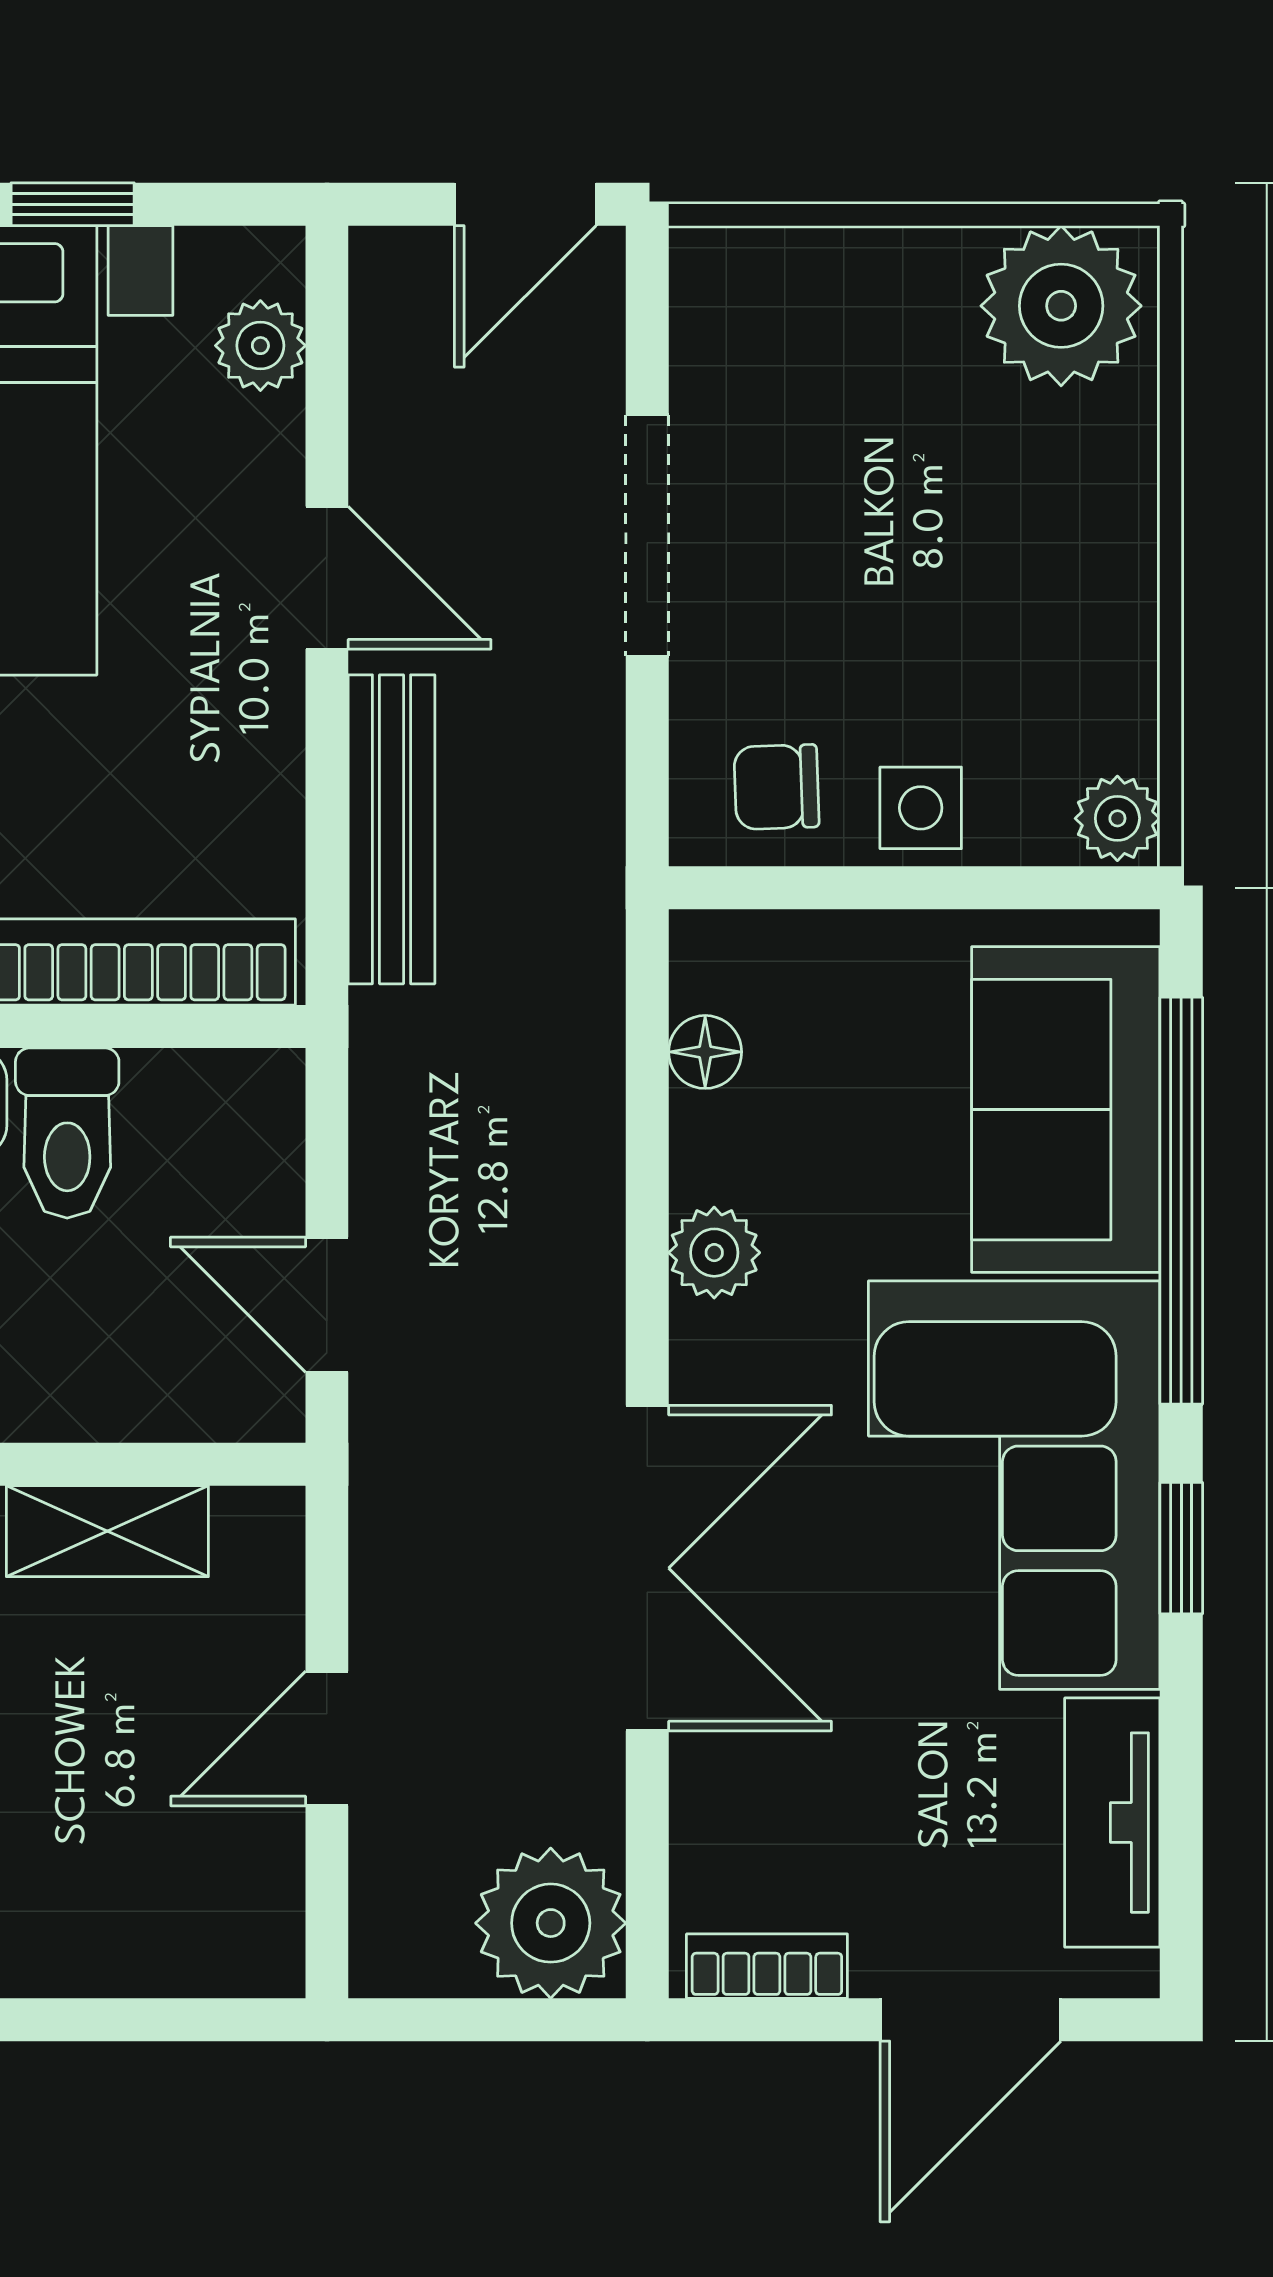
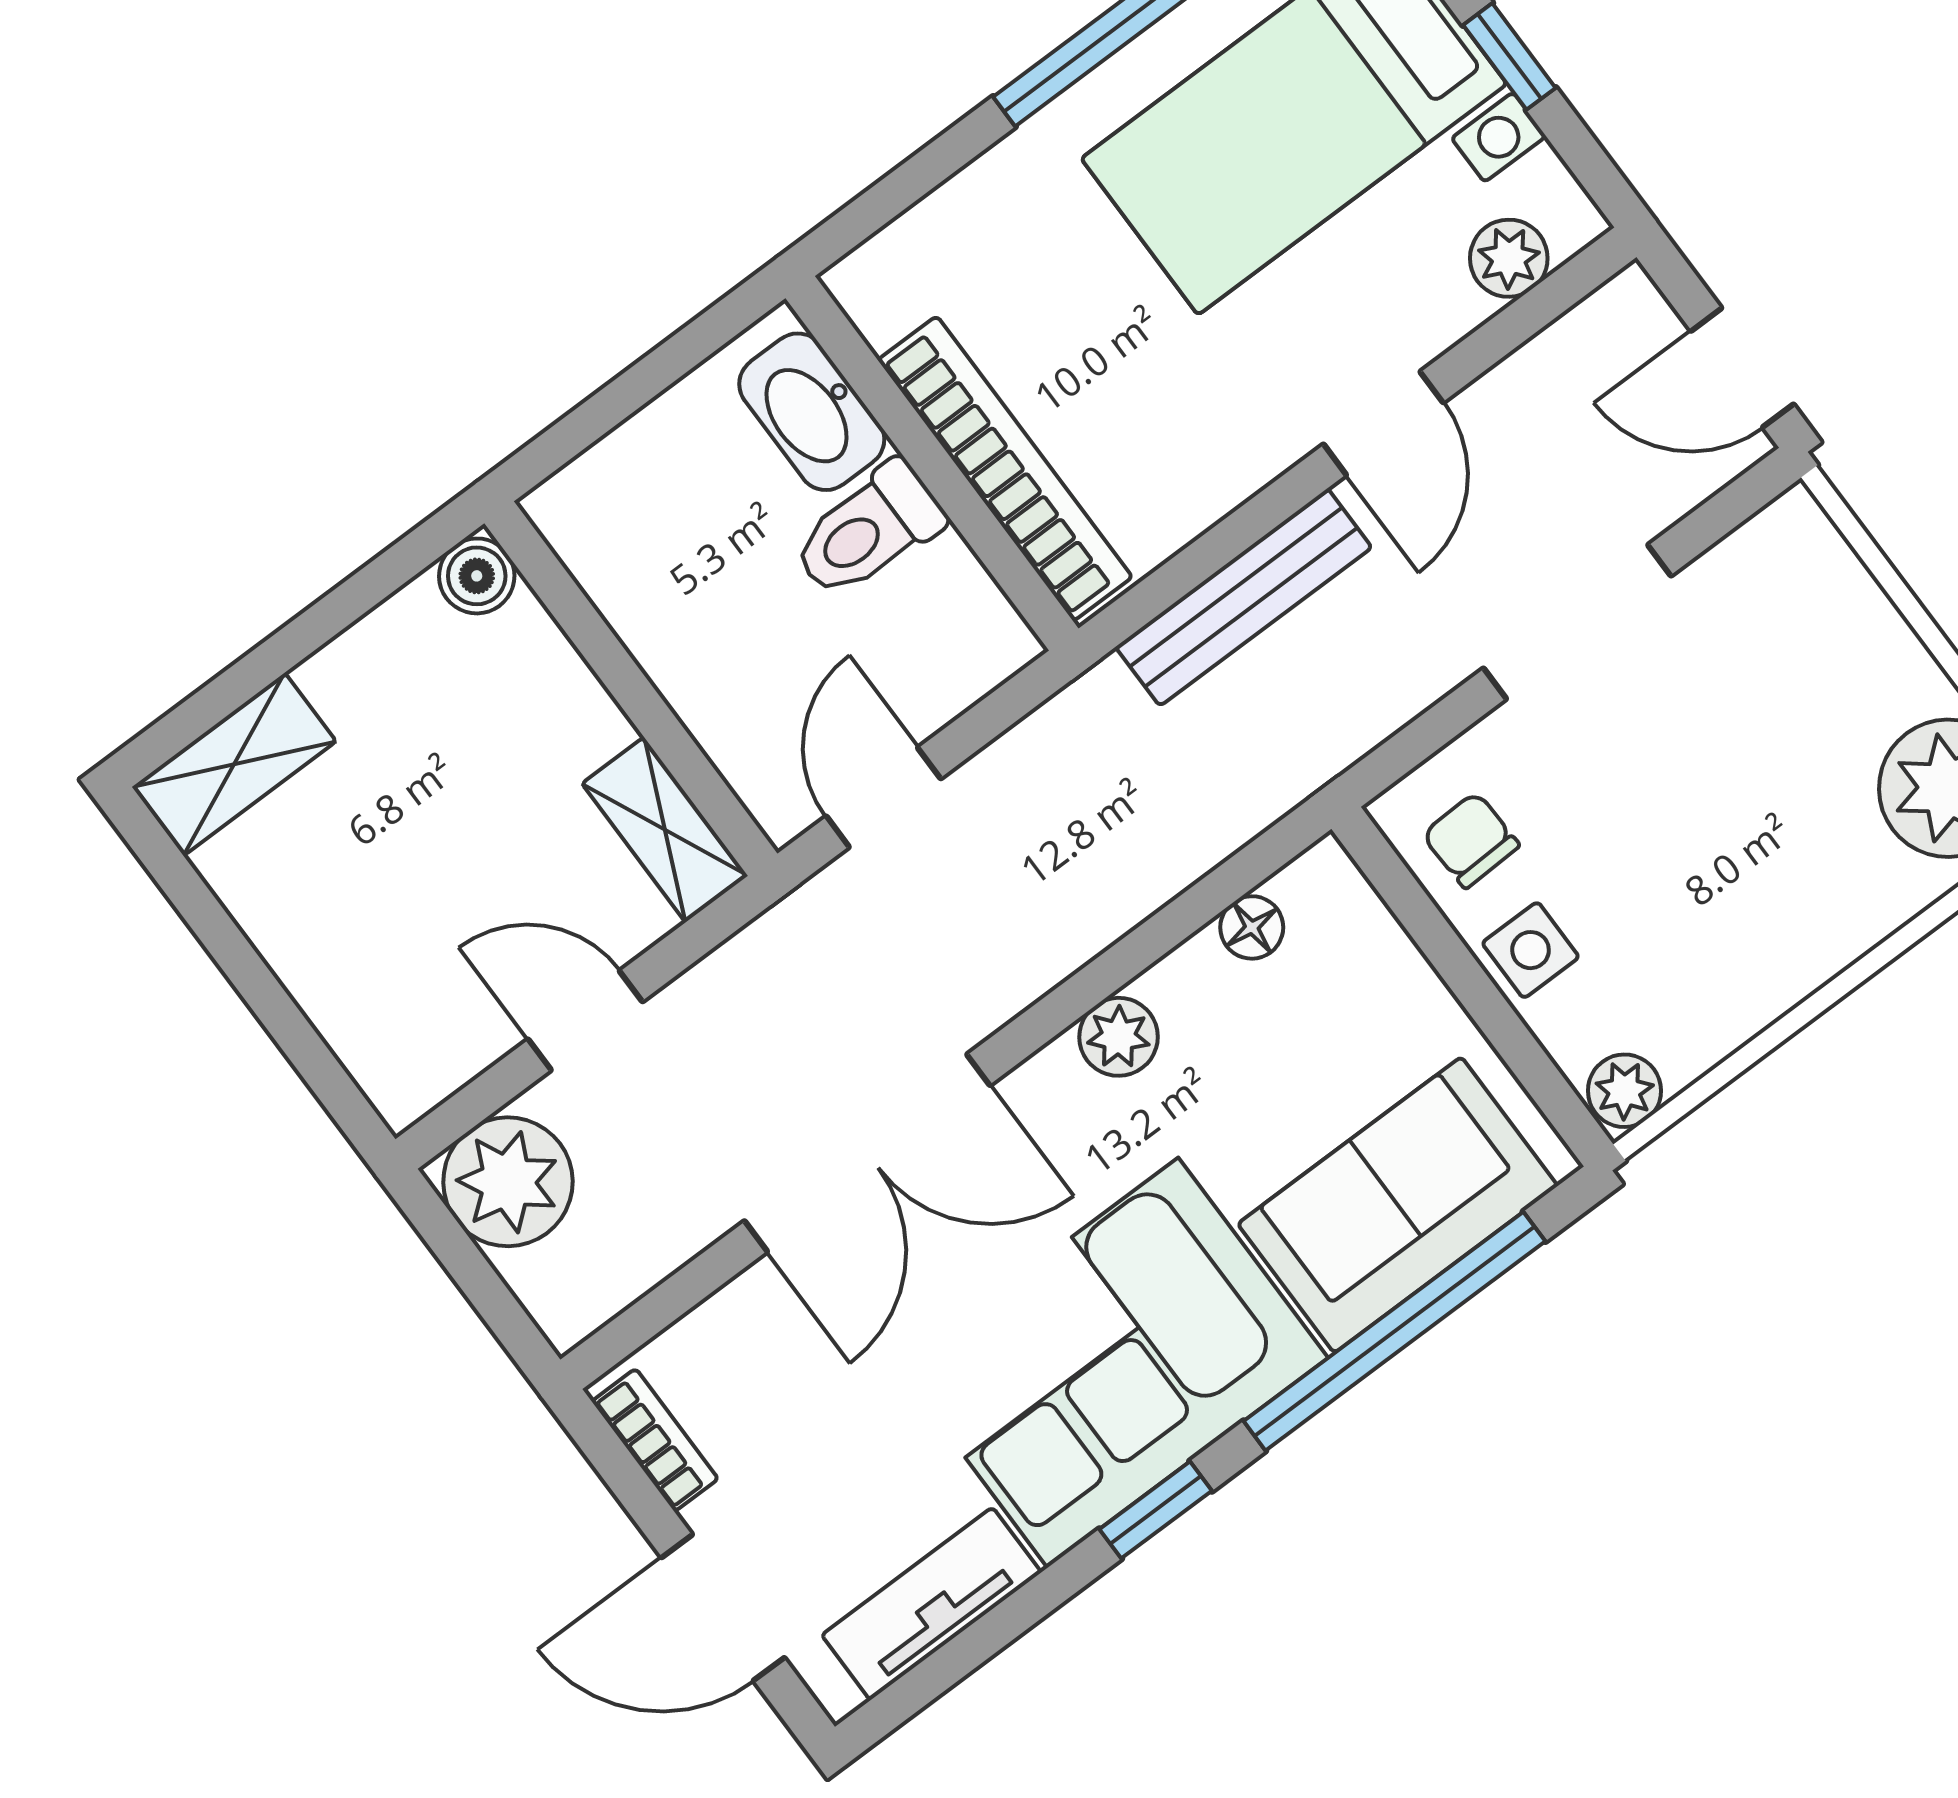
shelving: (107, 1531) -> (665, 830), moved
plant: (551, 1923) -> (508, 1182), moved

